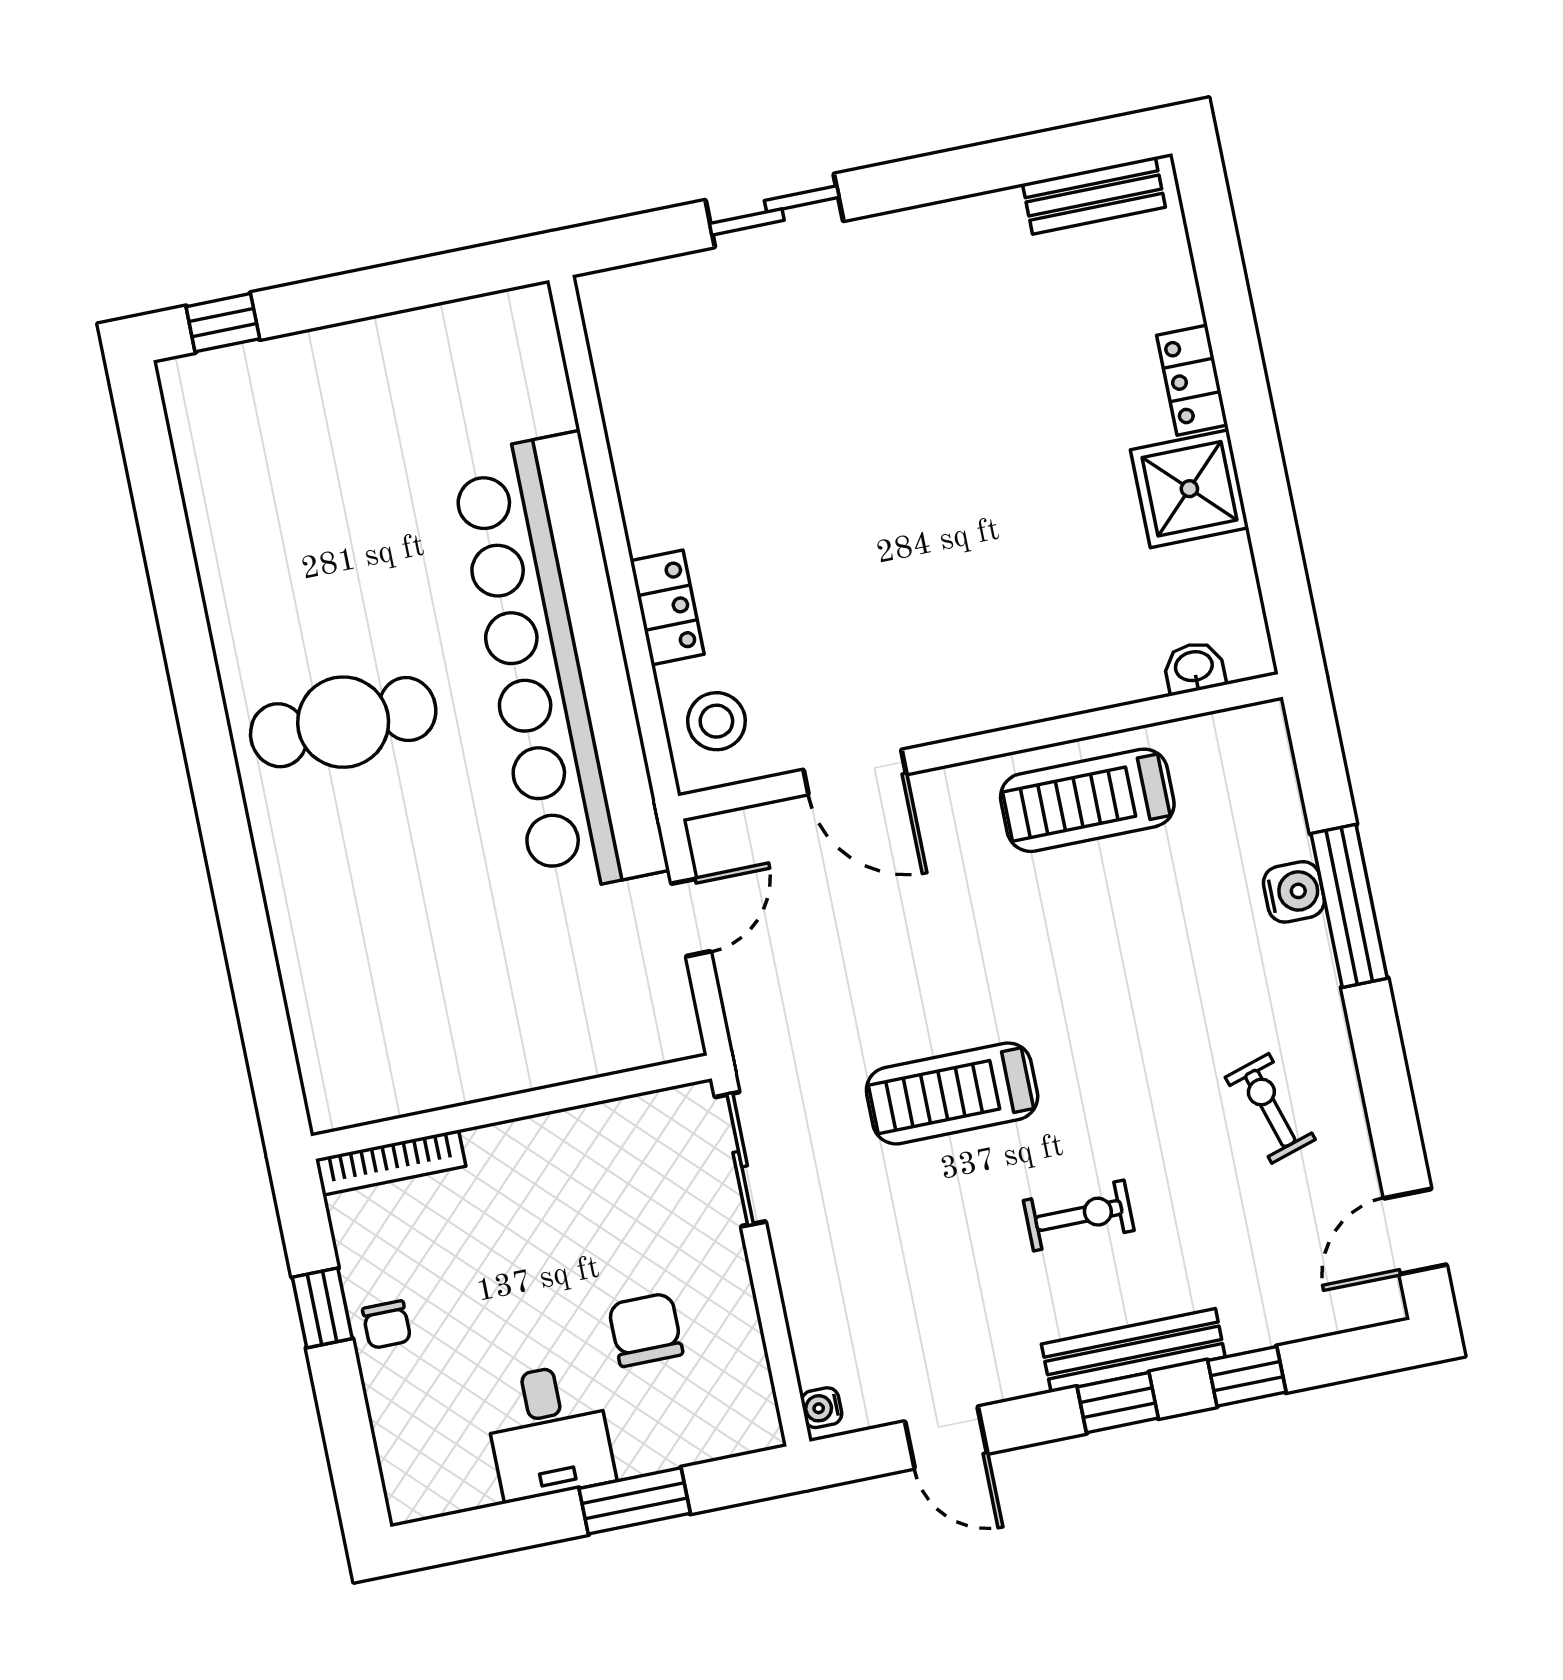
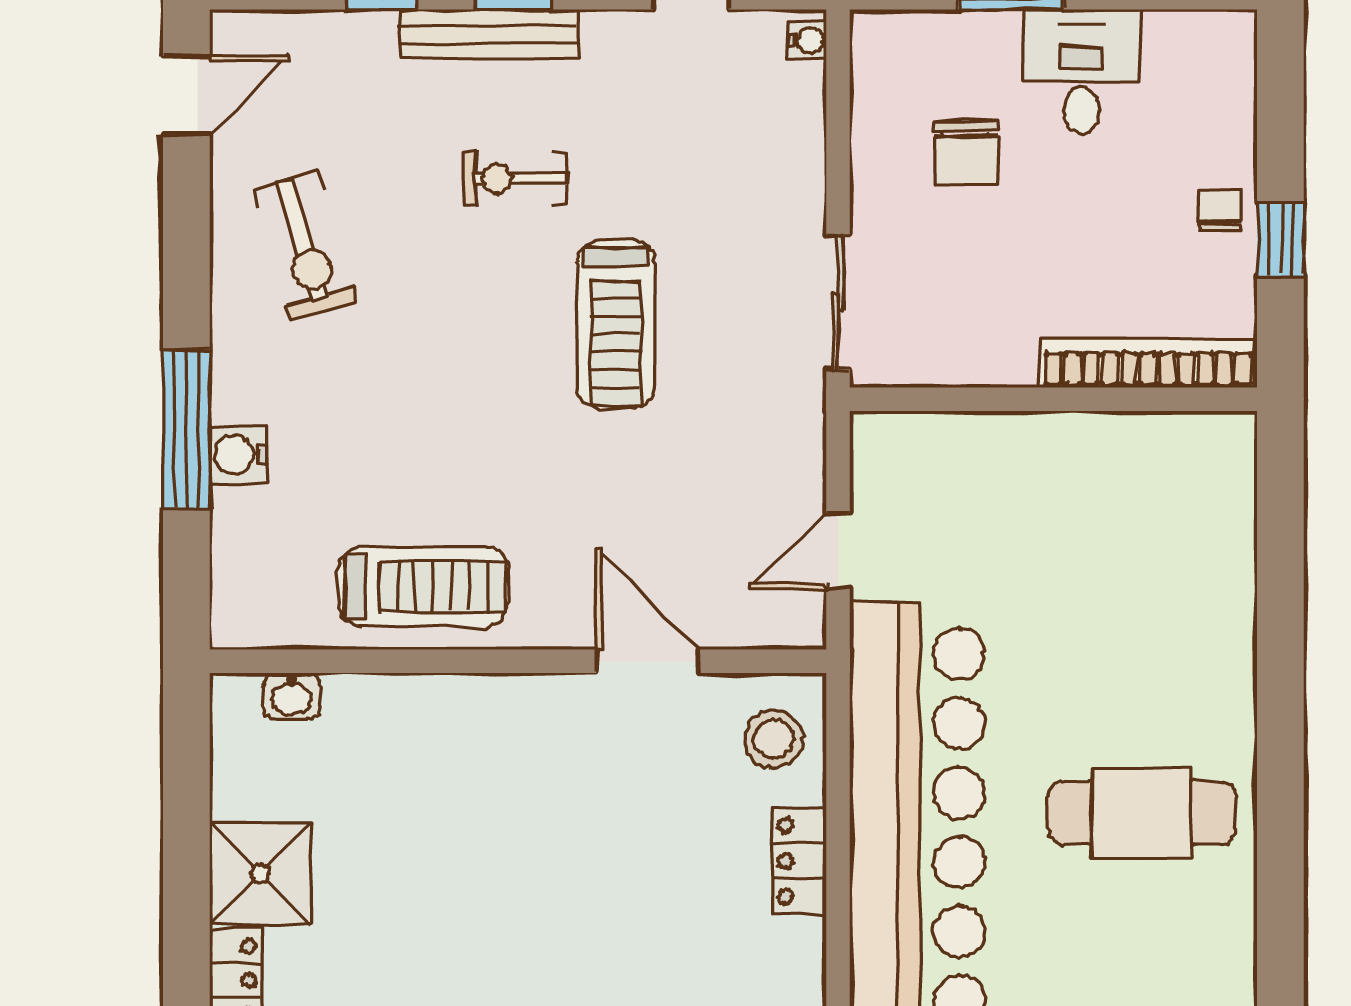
treadmill: (952, 1093) -> (616, 324), turned 90
exercise bike: (1270, 1108) -> (305, 246), width x1.38, depth x1.39
bookcase: (391, 1163) -> (1148, 363), width x1.48, depth x1.31

